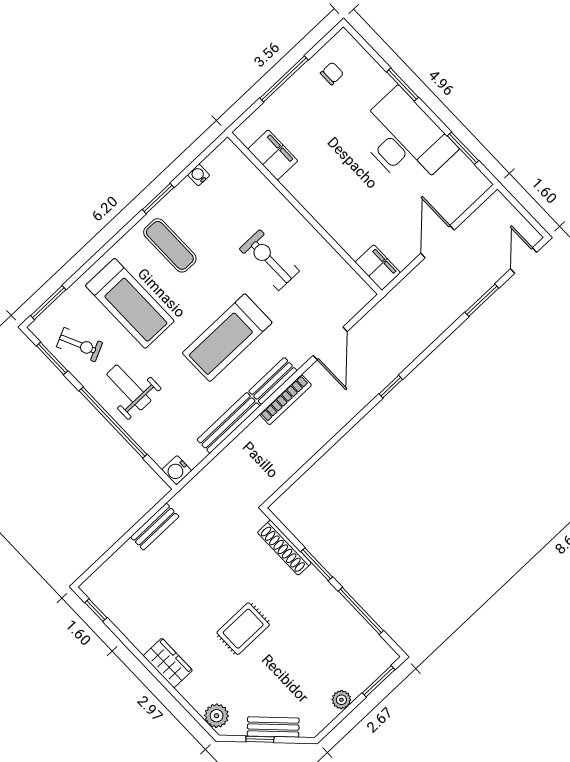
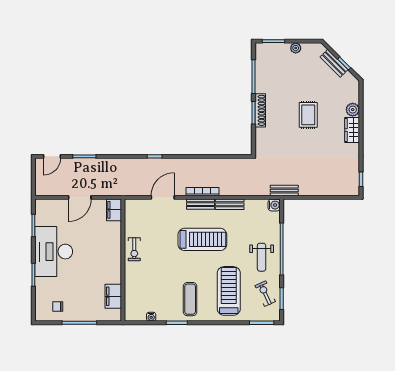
exercise bike: (269, 260) -> (134, 249), moved, width x0.73, depth x0.72
bench: (228, 423) -> (230, 204), width x0.73
bench: (155, 527) -> (284, 190), moved
shoe rack: (284, 548) -> (260, 110), moved
rug: (243, 629) -> (308, 115), turned 90
plant: (217, 716) -> (353, 110), moved

